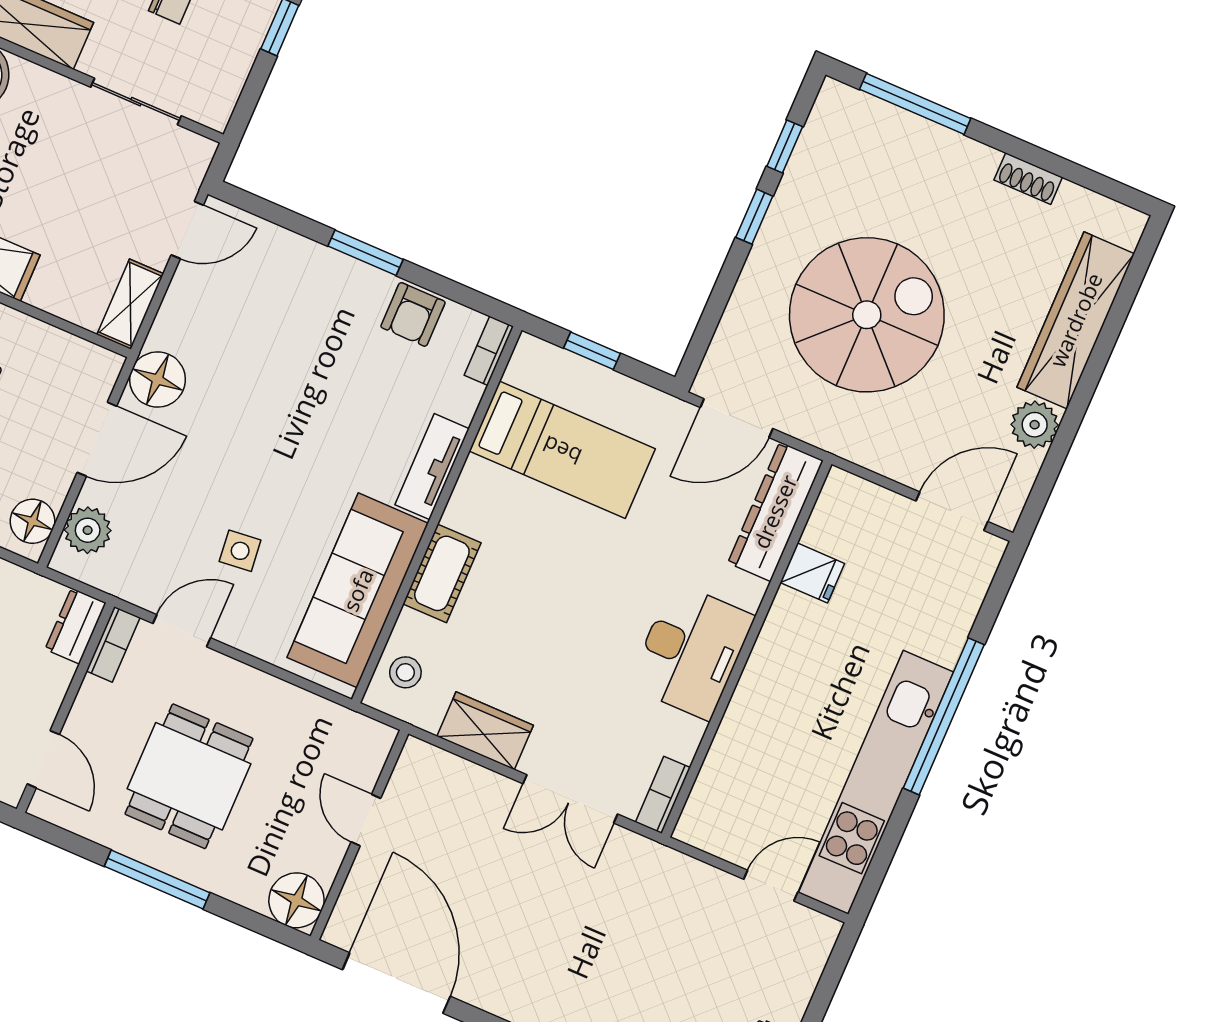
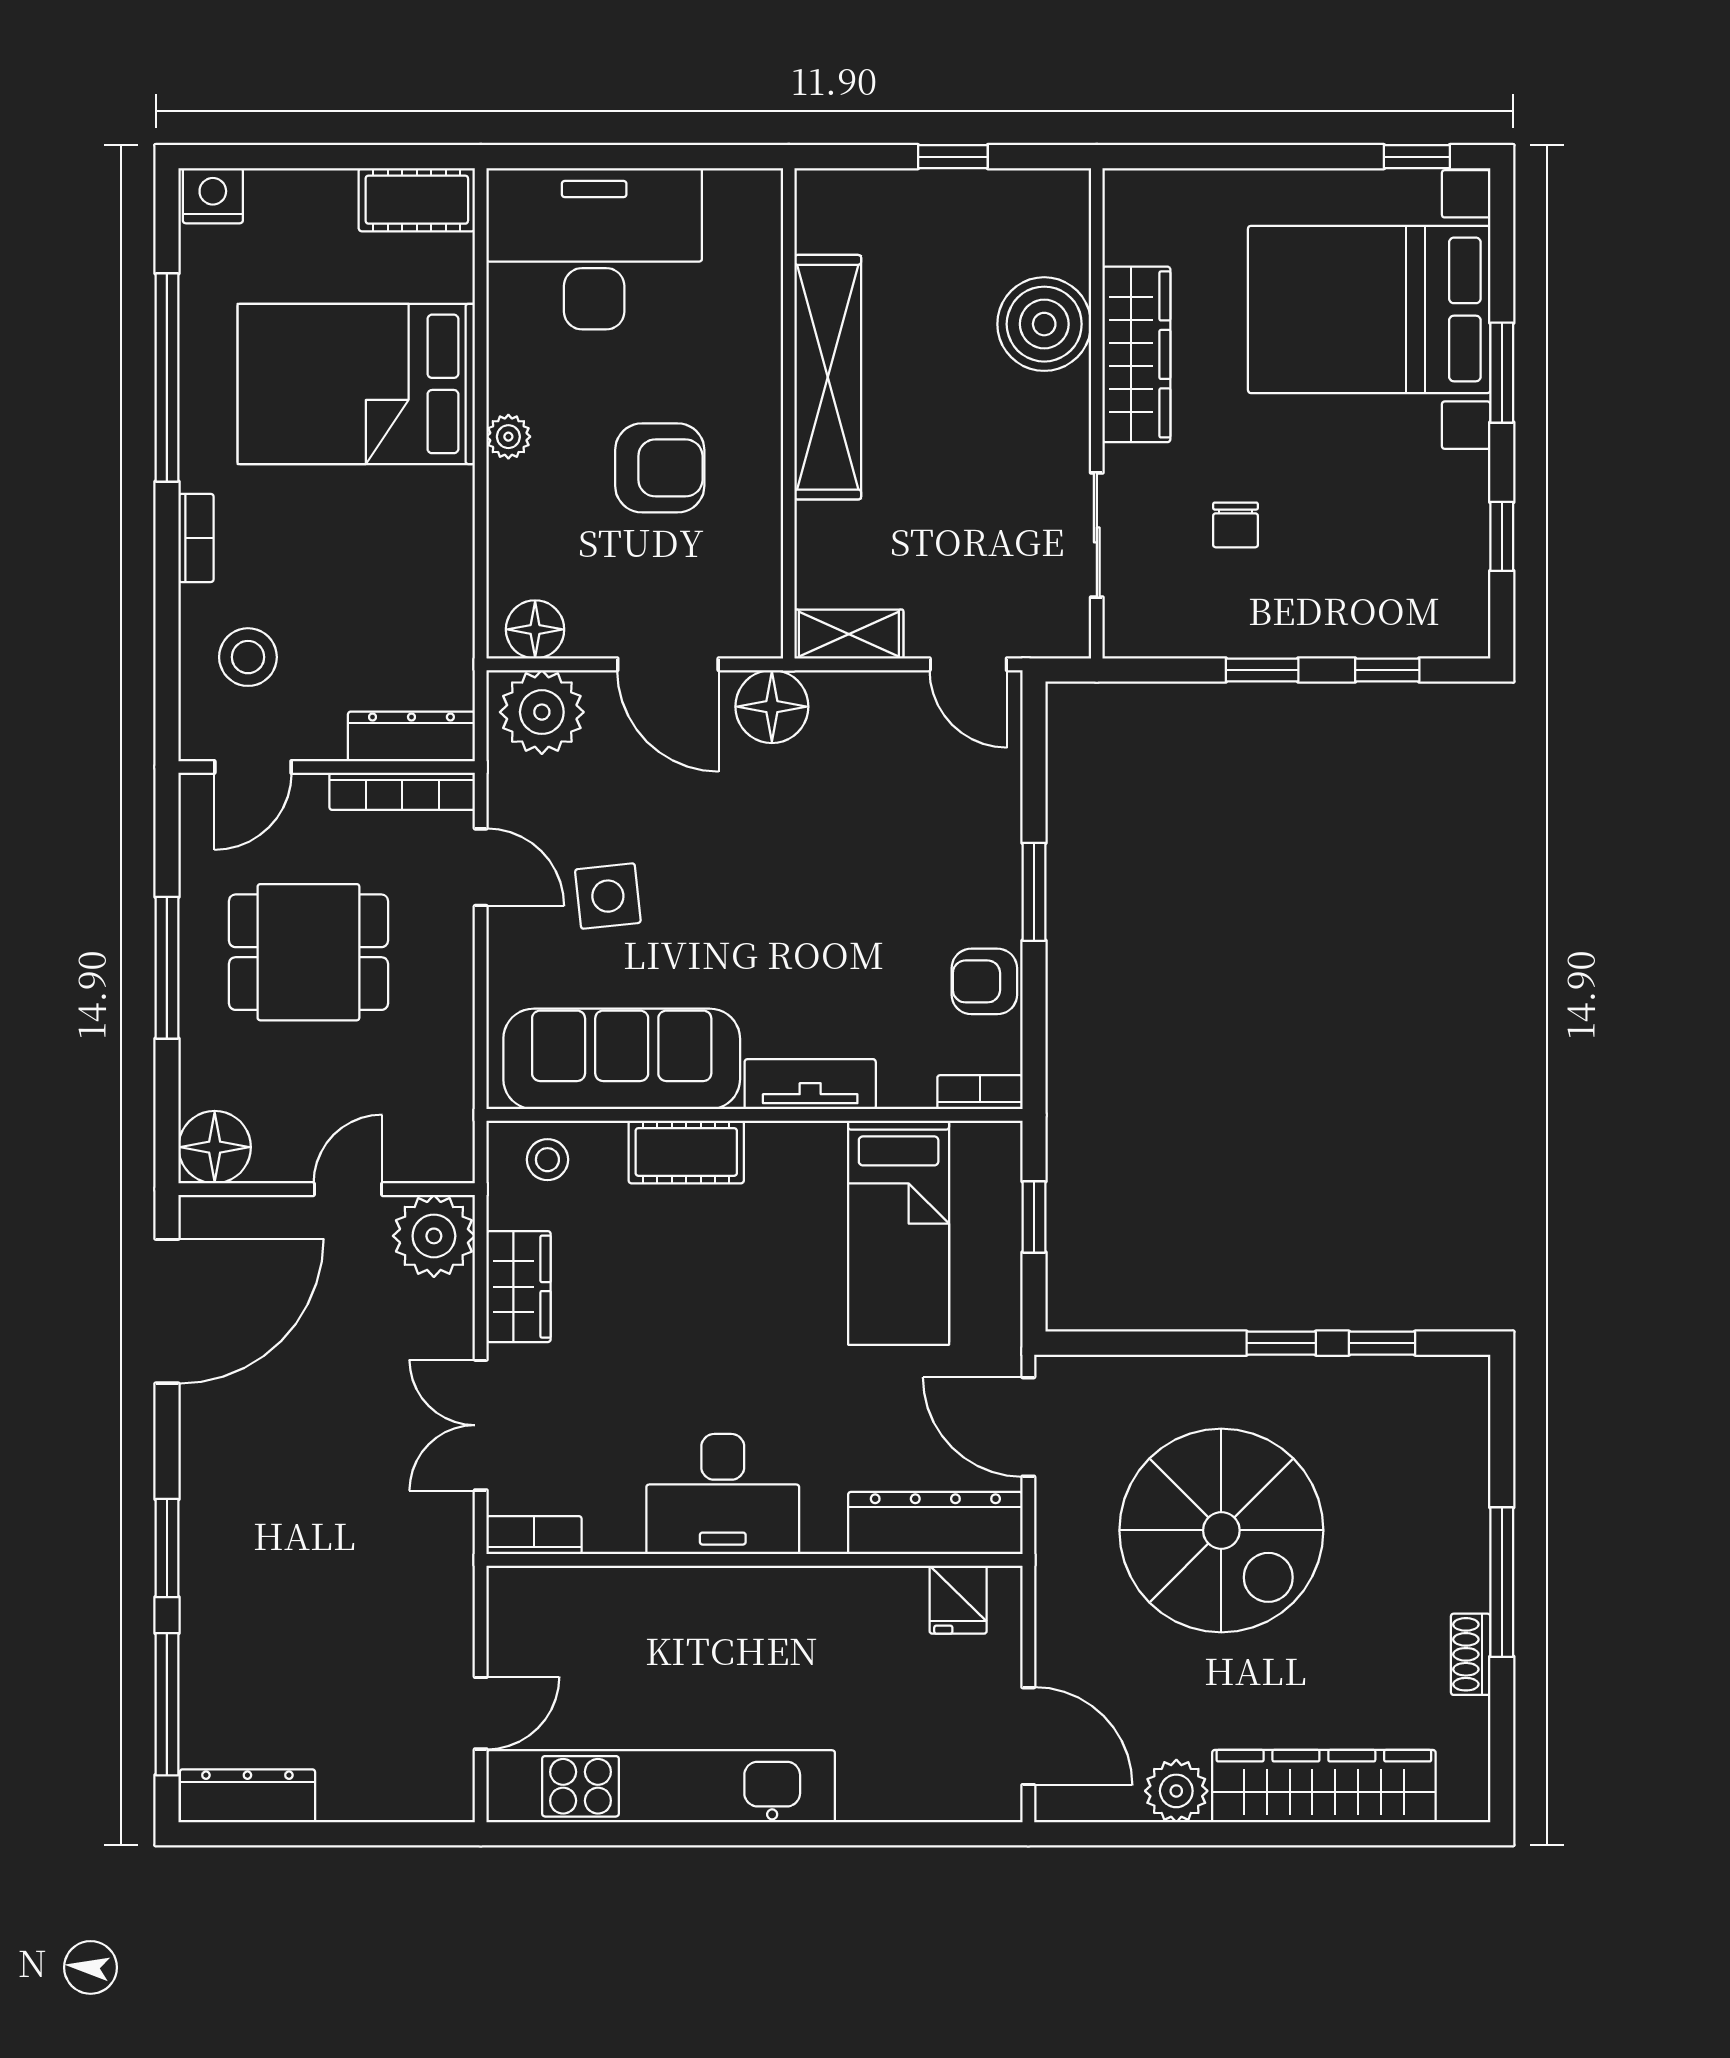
window: (915, 104) -> (1502, 1582), moved
plant: (88, 530) -> (542, 712), width x1.36, depth x1.36
side table: (240, 551) -> (608, 896), width x1.37, depth x1.37
fridge: (812, 573) -> (958, 1600), moved
dresser: (76, 626) -> (411, 736), width x1.44
bookcase: (113, 644) -> (402, 791), width x1.56
window: (944, 716) -> (776, 1834), removed
plant: (424, 774) -> (434, 1236), added
door: (771, 886) -> (481, 1713), hinge flipped

